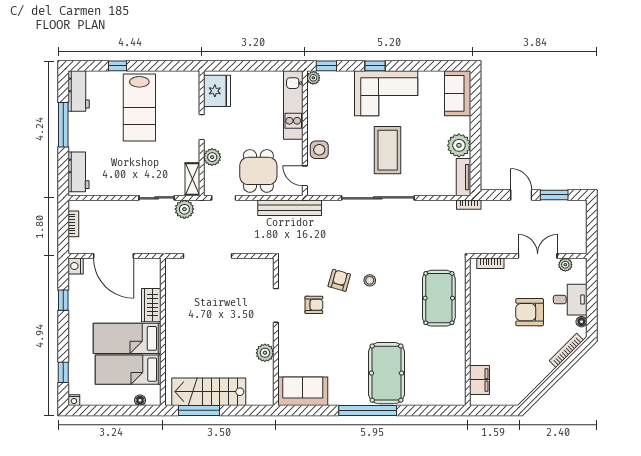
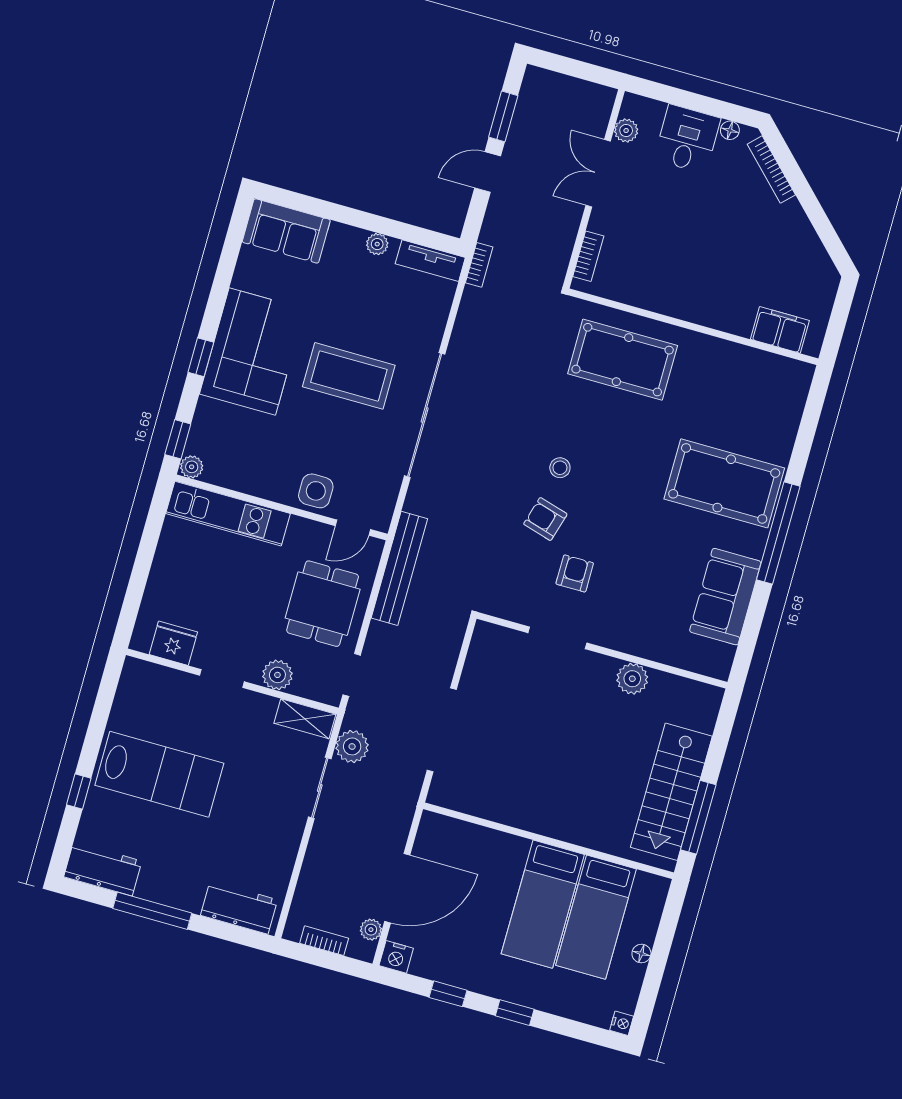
fridge: (217, 91) -> (173, 643), width x0.73, depth x0.75
plant: (459, 145) -> (377, 244), width x0.53, depth x0.53
dining table: (258, 171) -> (323, 604), turned 90
plant: (87, 248) -> (371, 930), added
wardrobe: (151, 305) -> (498, 848), removed
armchair: (530, 312) -> (689, 213), removed
window: (63, 372) -> (515, 1013), moved
sofa: (303, 391) -> (725, 597), moved
floor lamp: (140, 400) -> (641, 954), moved

